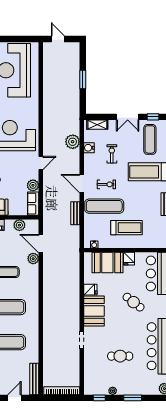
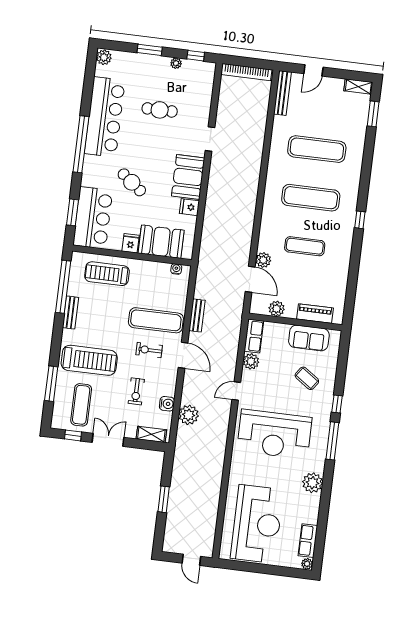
treadmill: (127, 228) -> (107, 274), moved

